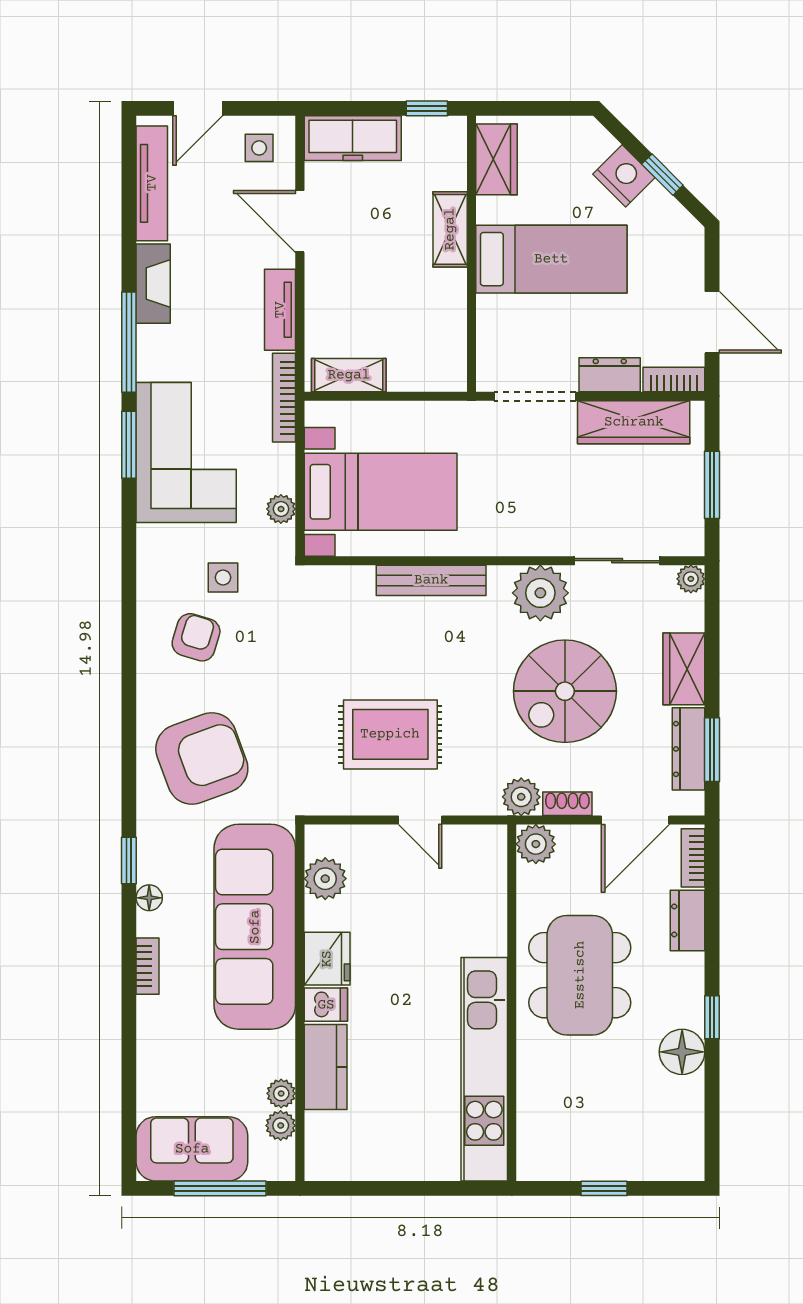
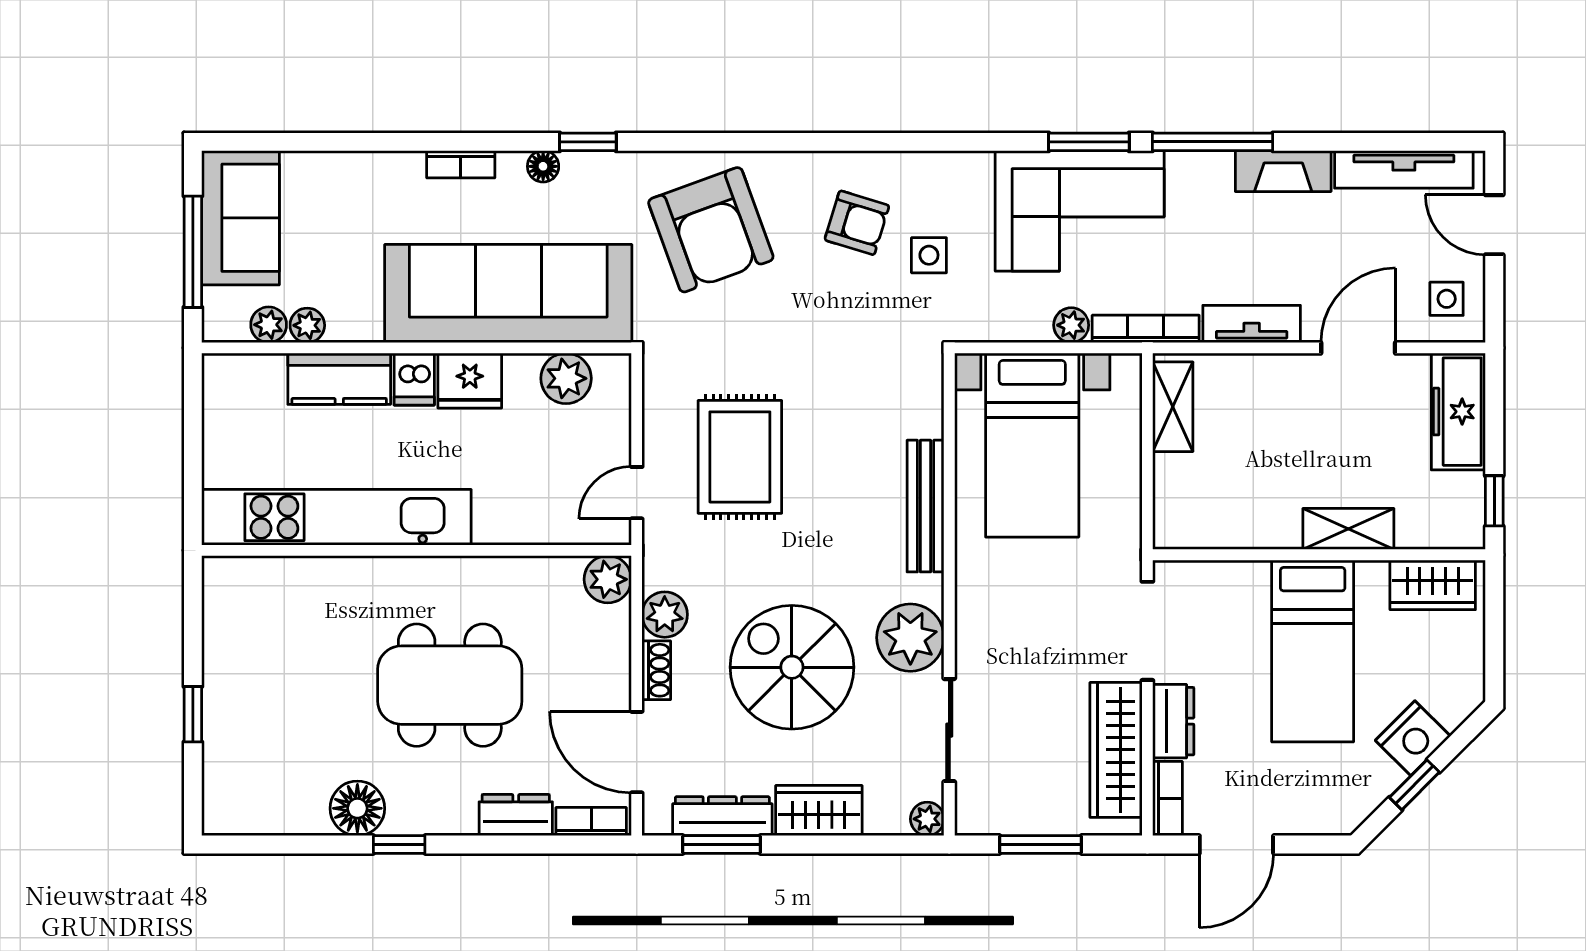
plant: (281, 509) -> (1071, 325), moved
plant: (536, 844) -> (608, 579), moved
wall: (512, 1003) -> (417, 550), moved
kitchen unit: (484, 1069) -> (336, 517), moved

